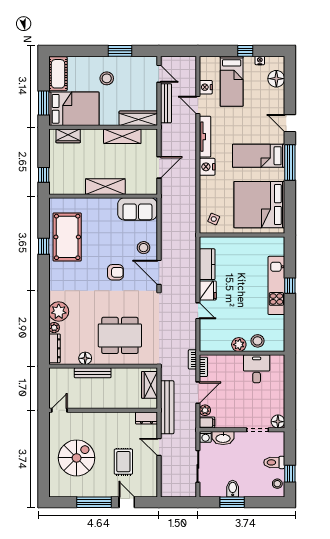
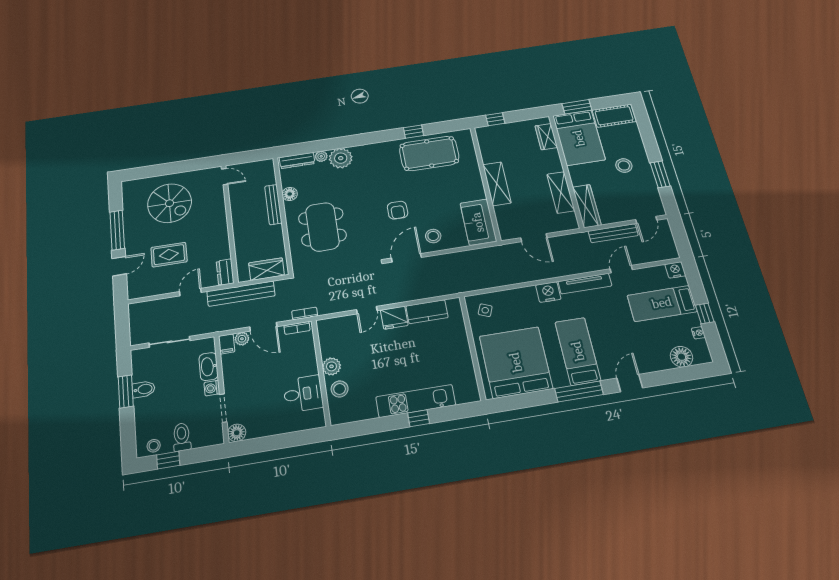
nightstand: (206, 87) -> (675, 270), moved
washing machine: (206, 437) -> (212, 388), moved

